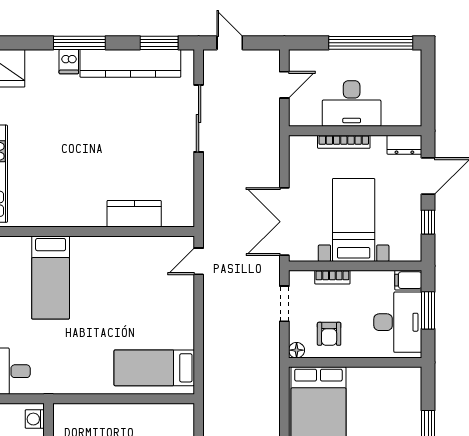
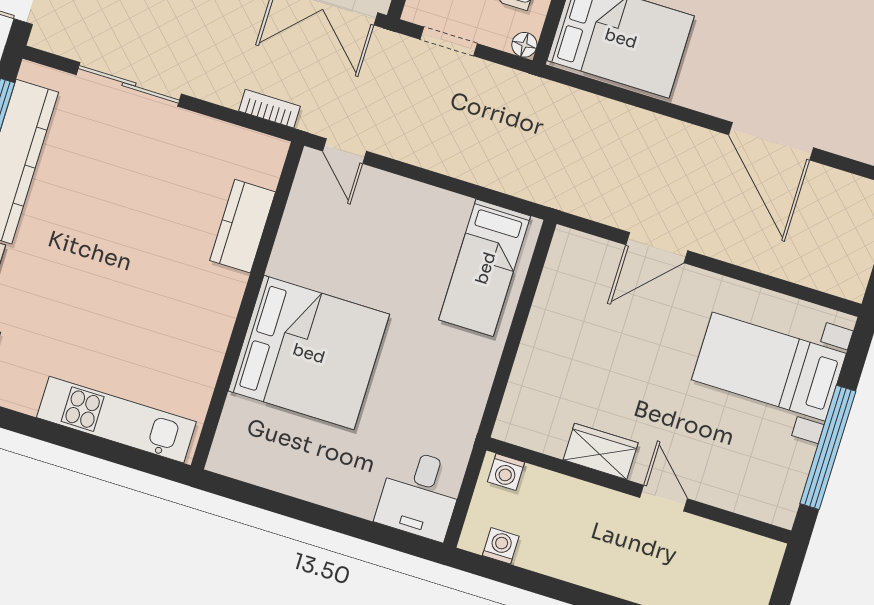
bookcase: (210, 208) -> (269, 109), added
bed: (51, 277) -> (309, 353), width x2.04

